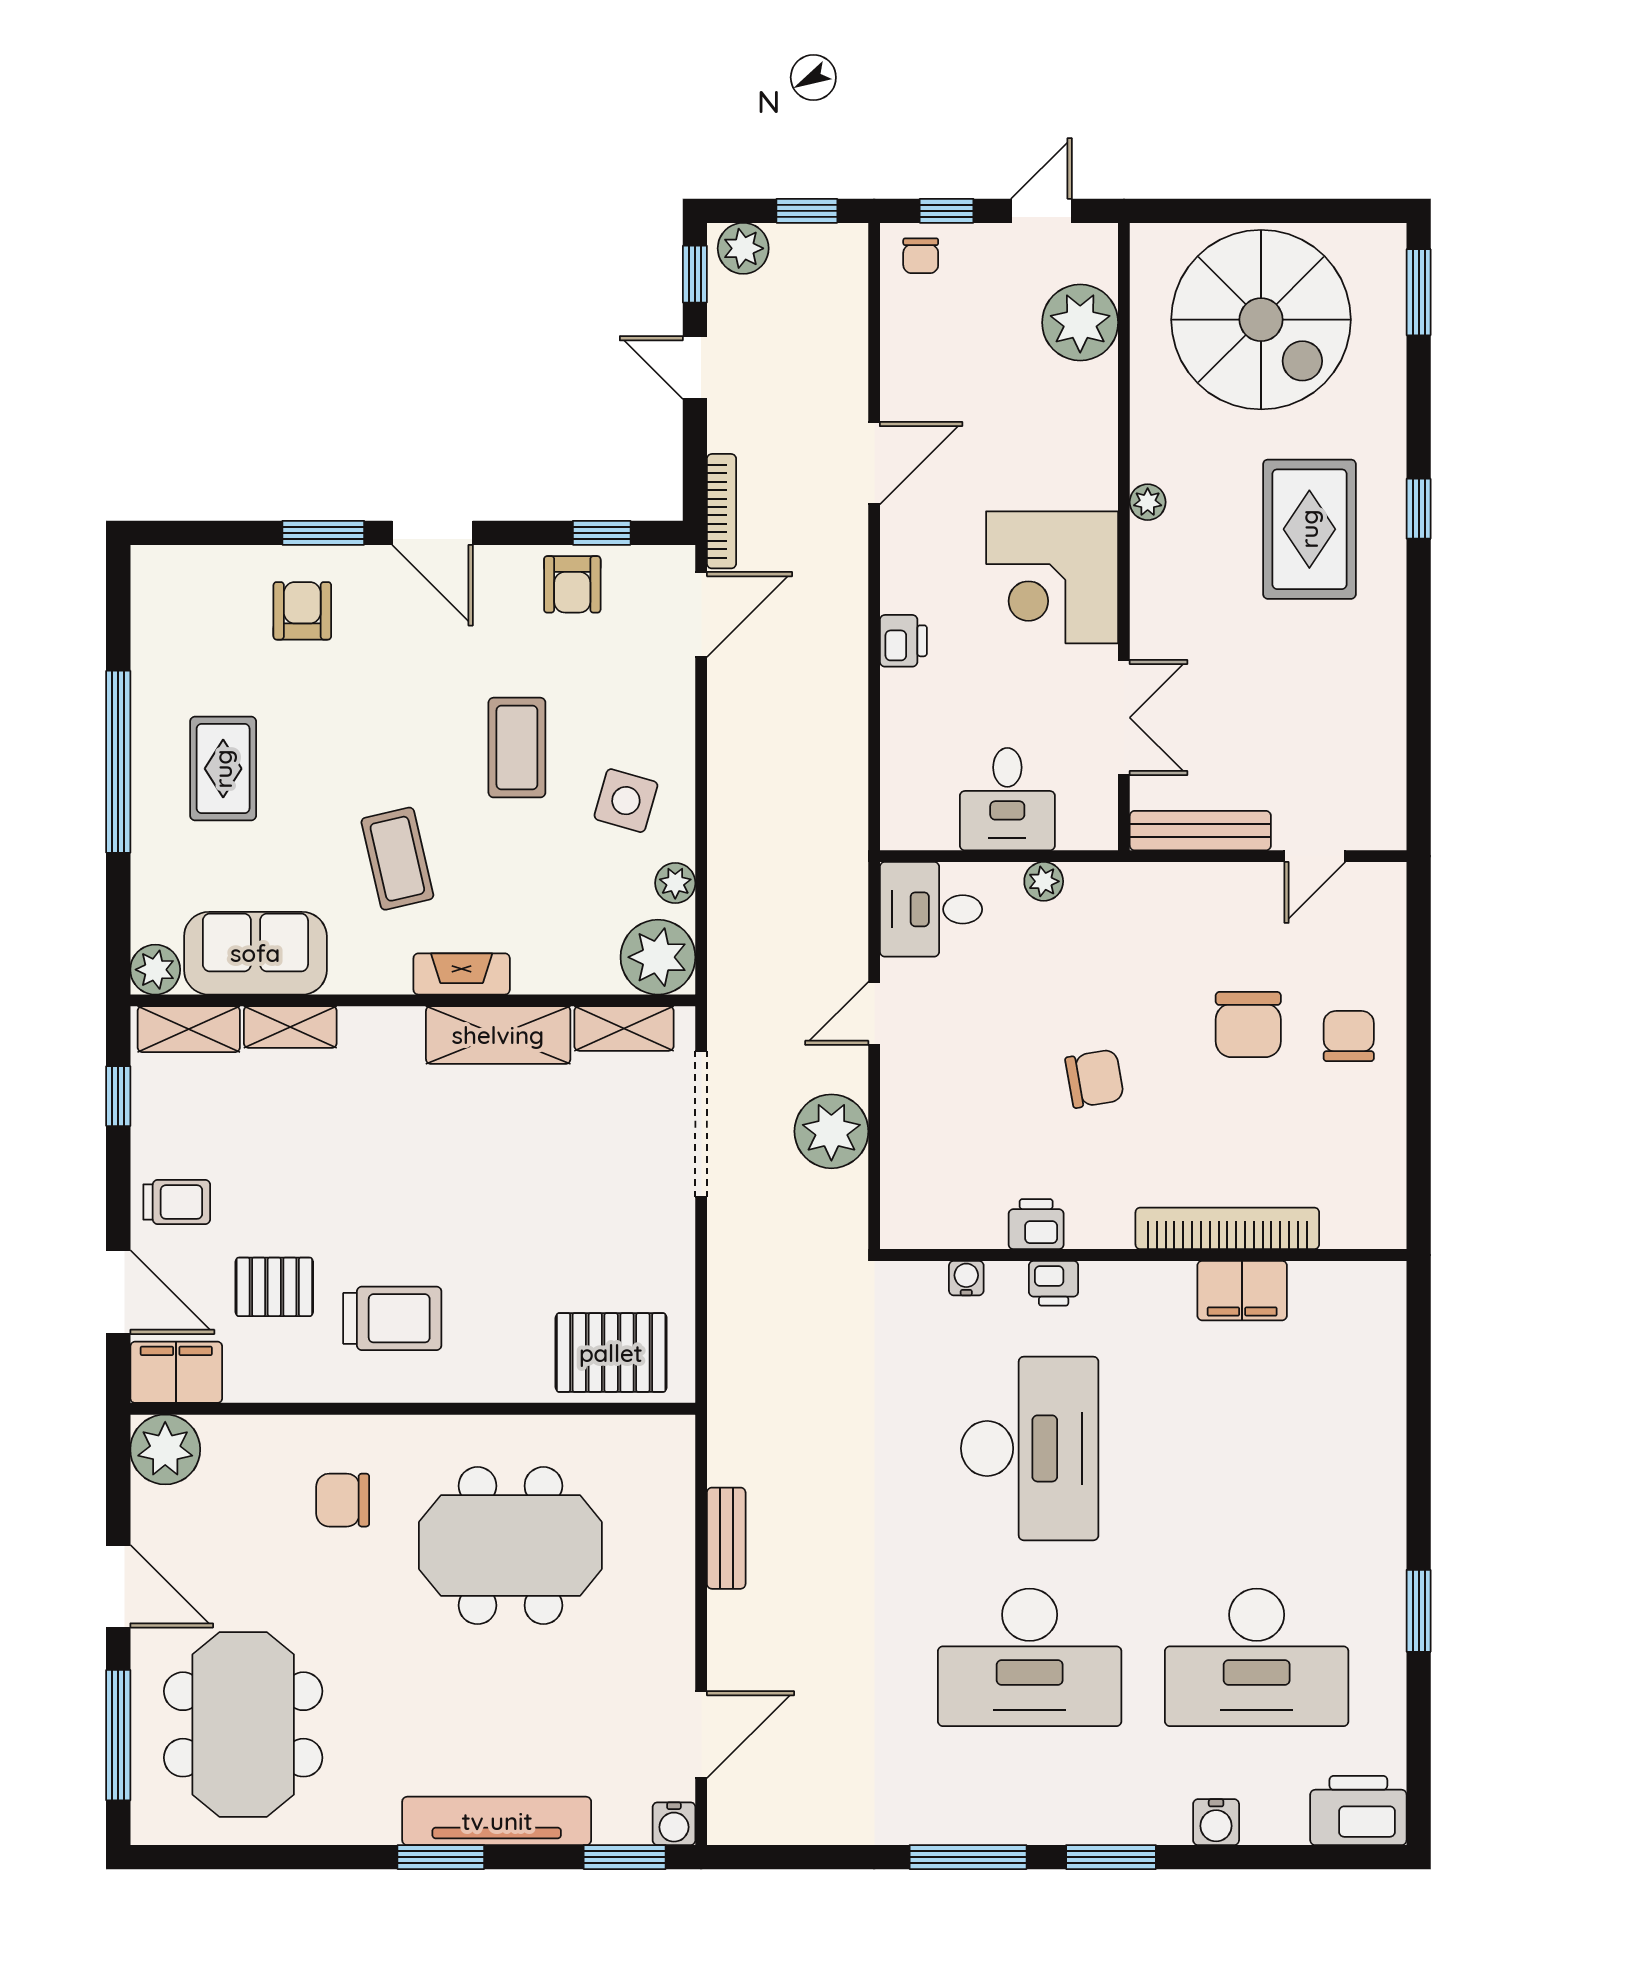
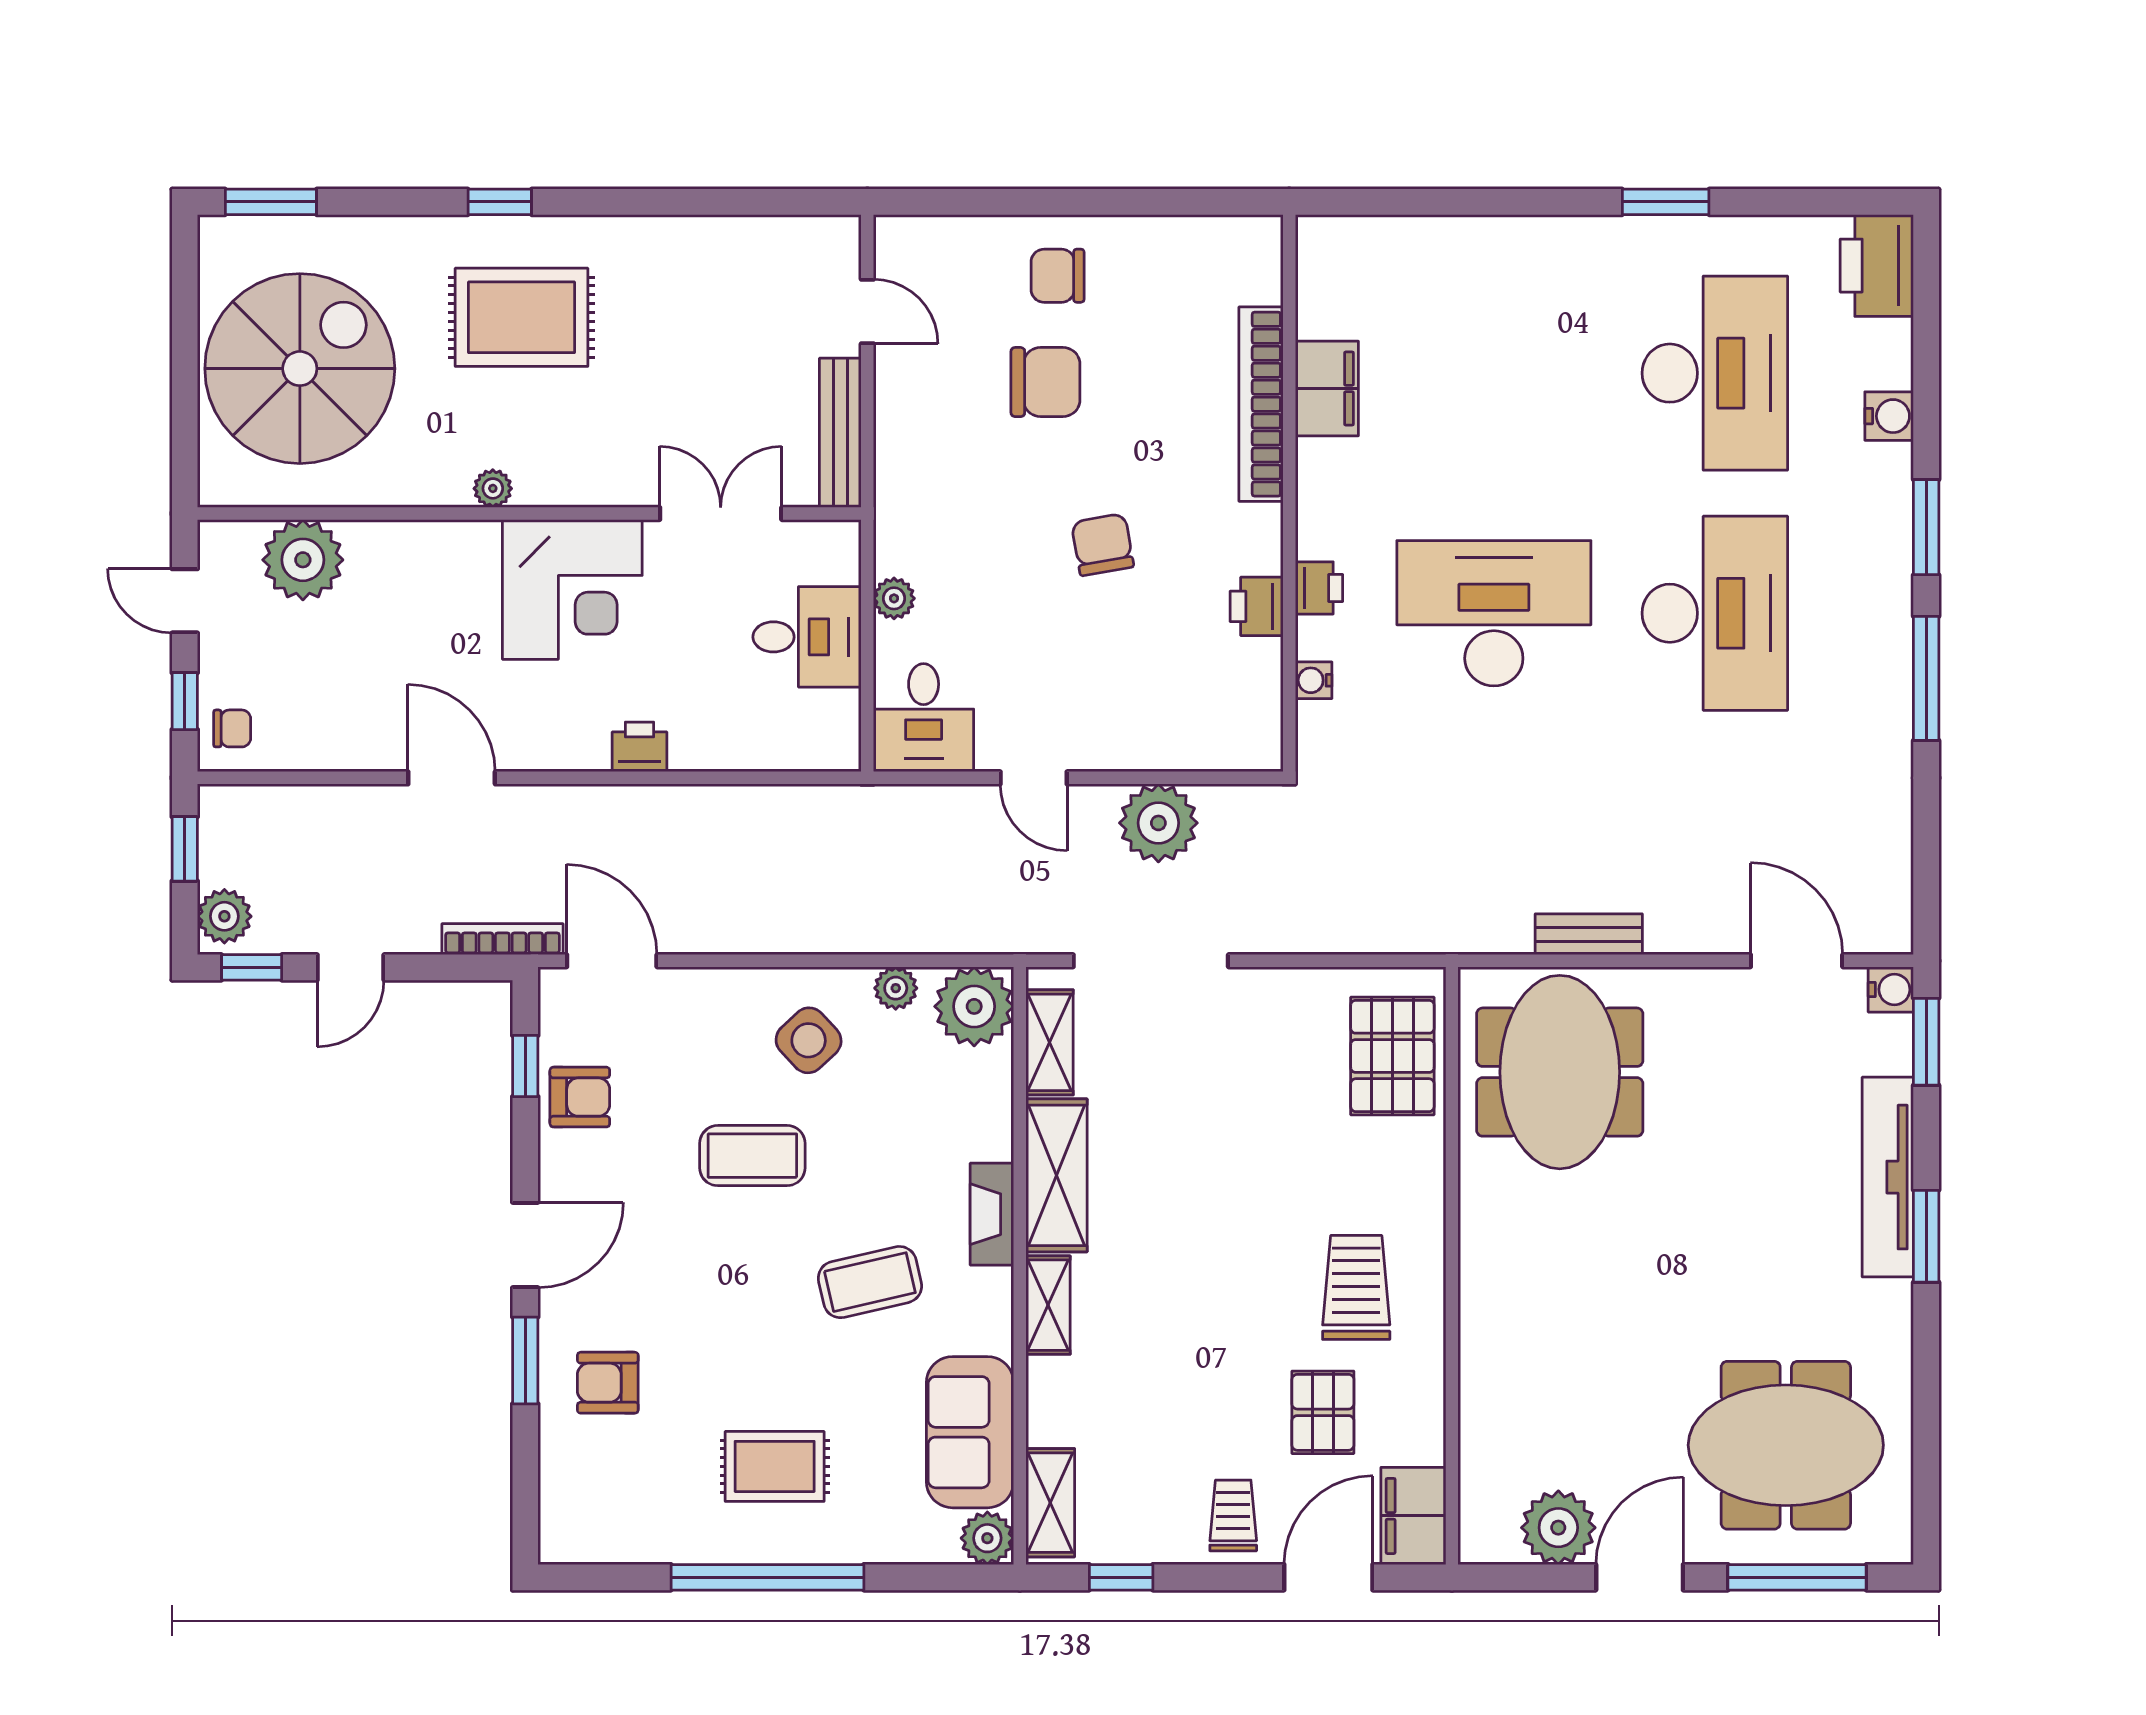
side table: (626, 801) -> (809, 1040), turned 31
shelving: (290, 1027) -> (1048, 1305), moved
plant: (165, 1449) -> (1558, 1528), moved
chair: (343, 1500) -> (1548, 1340), removed
meeting table: (510, 1546) -> (1560, 1072), moved

